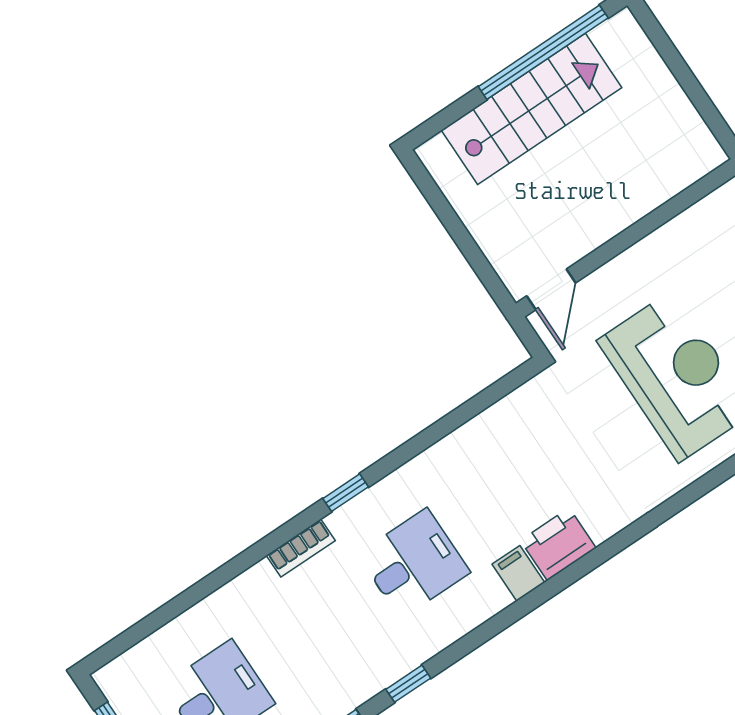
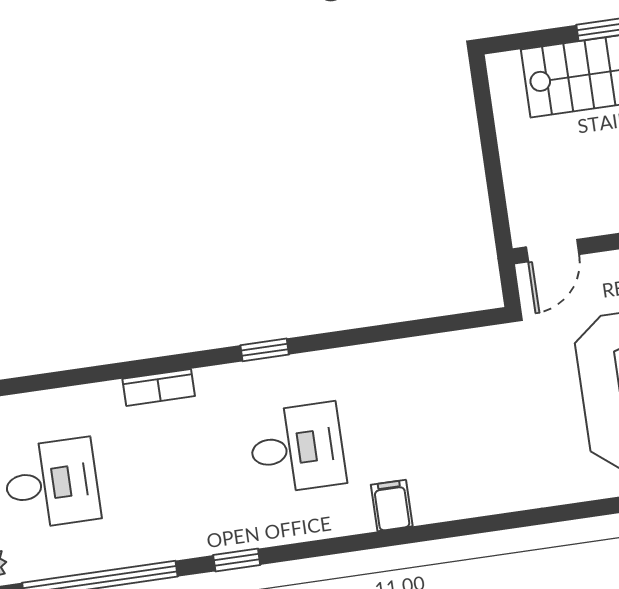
printer: (558, 544) -> (443, 496), removed
bookcase: (301, 548) -> (159, 387), moved

